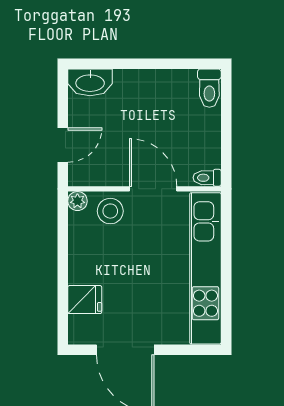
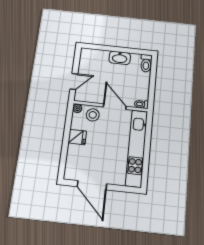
washbasin: (90, 82) -> (120, 58), moved
fridge: (85, 300) -> (77, 137), moved

